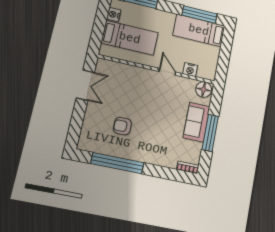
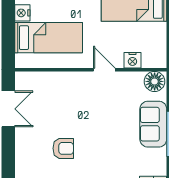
armchair: (122, 126) -> (63, 148), turned 180

